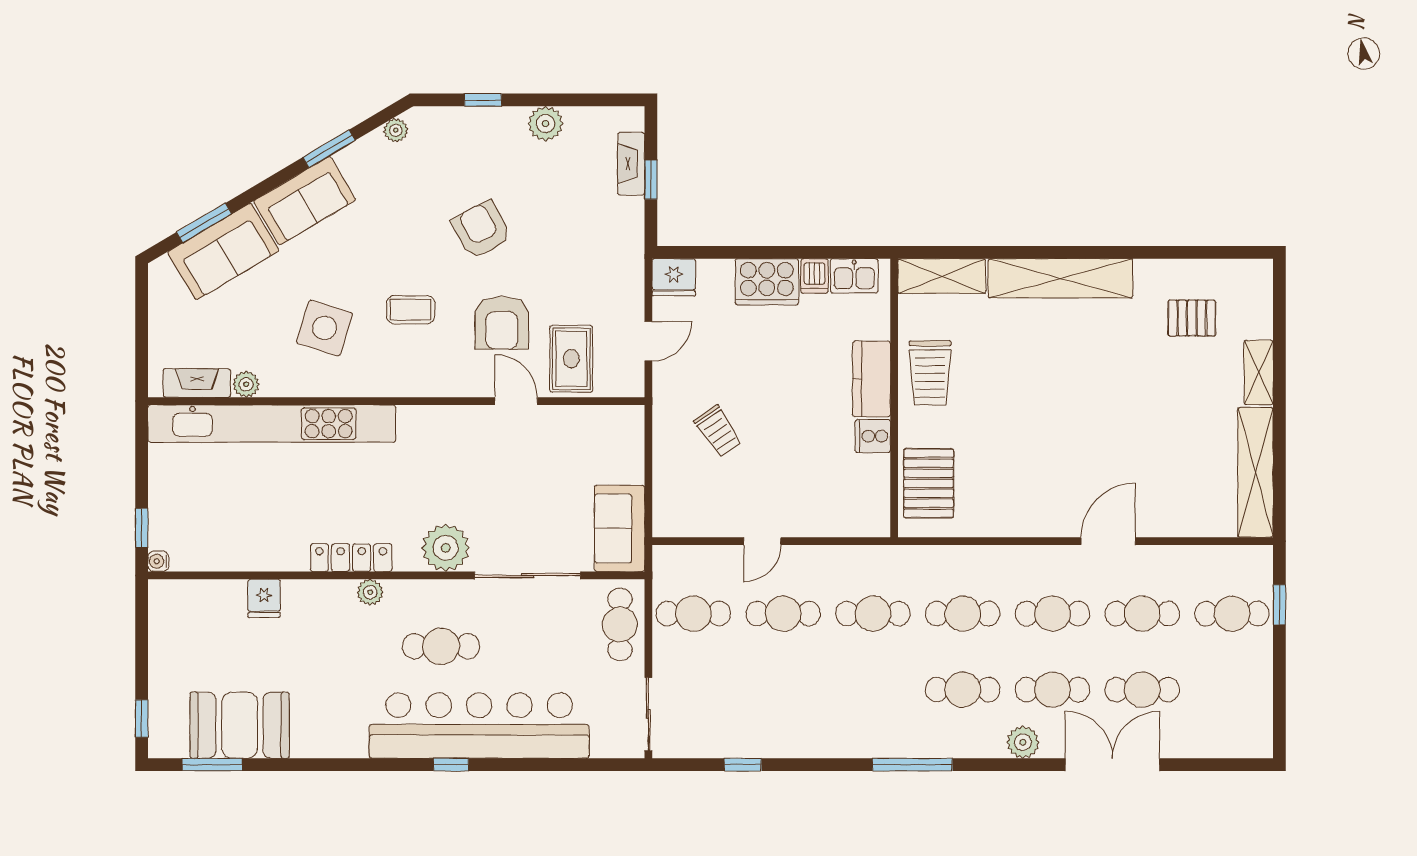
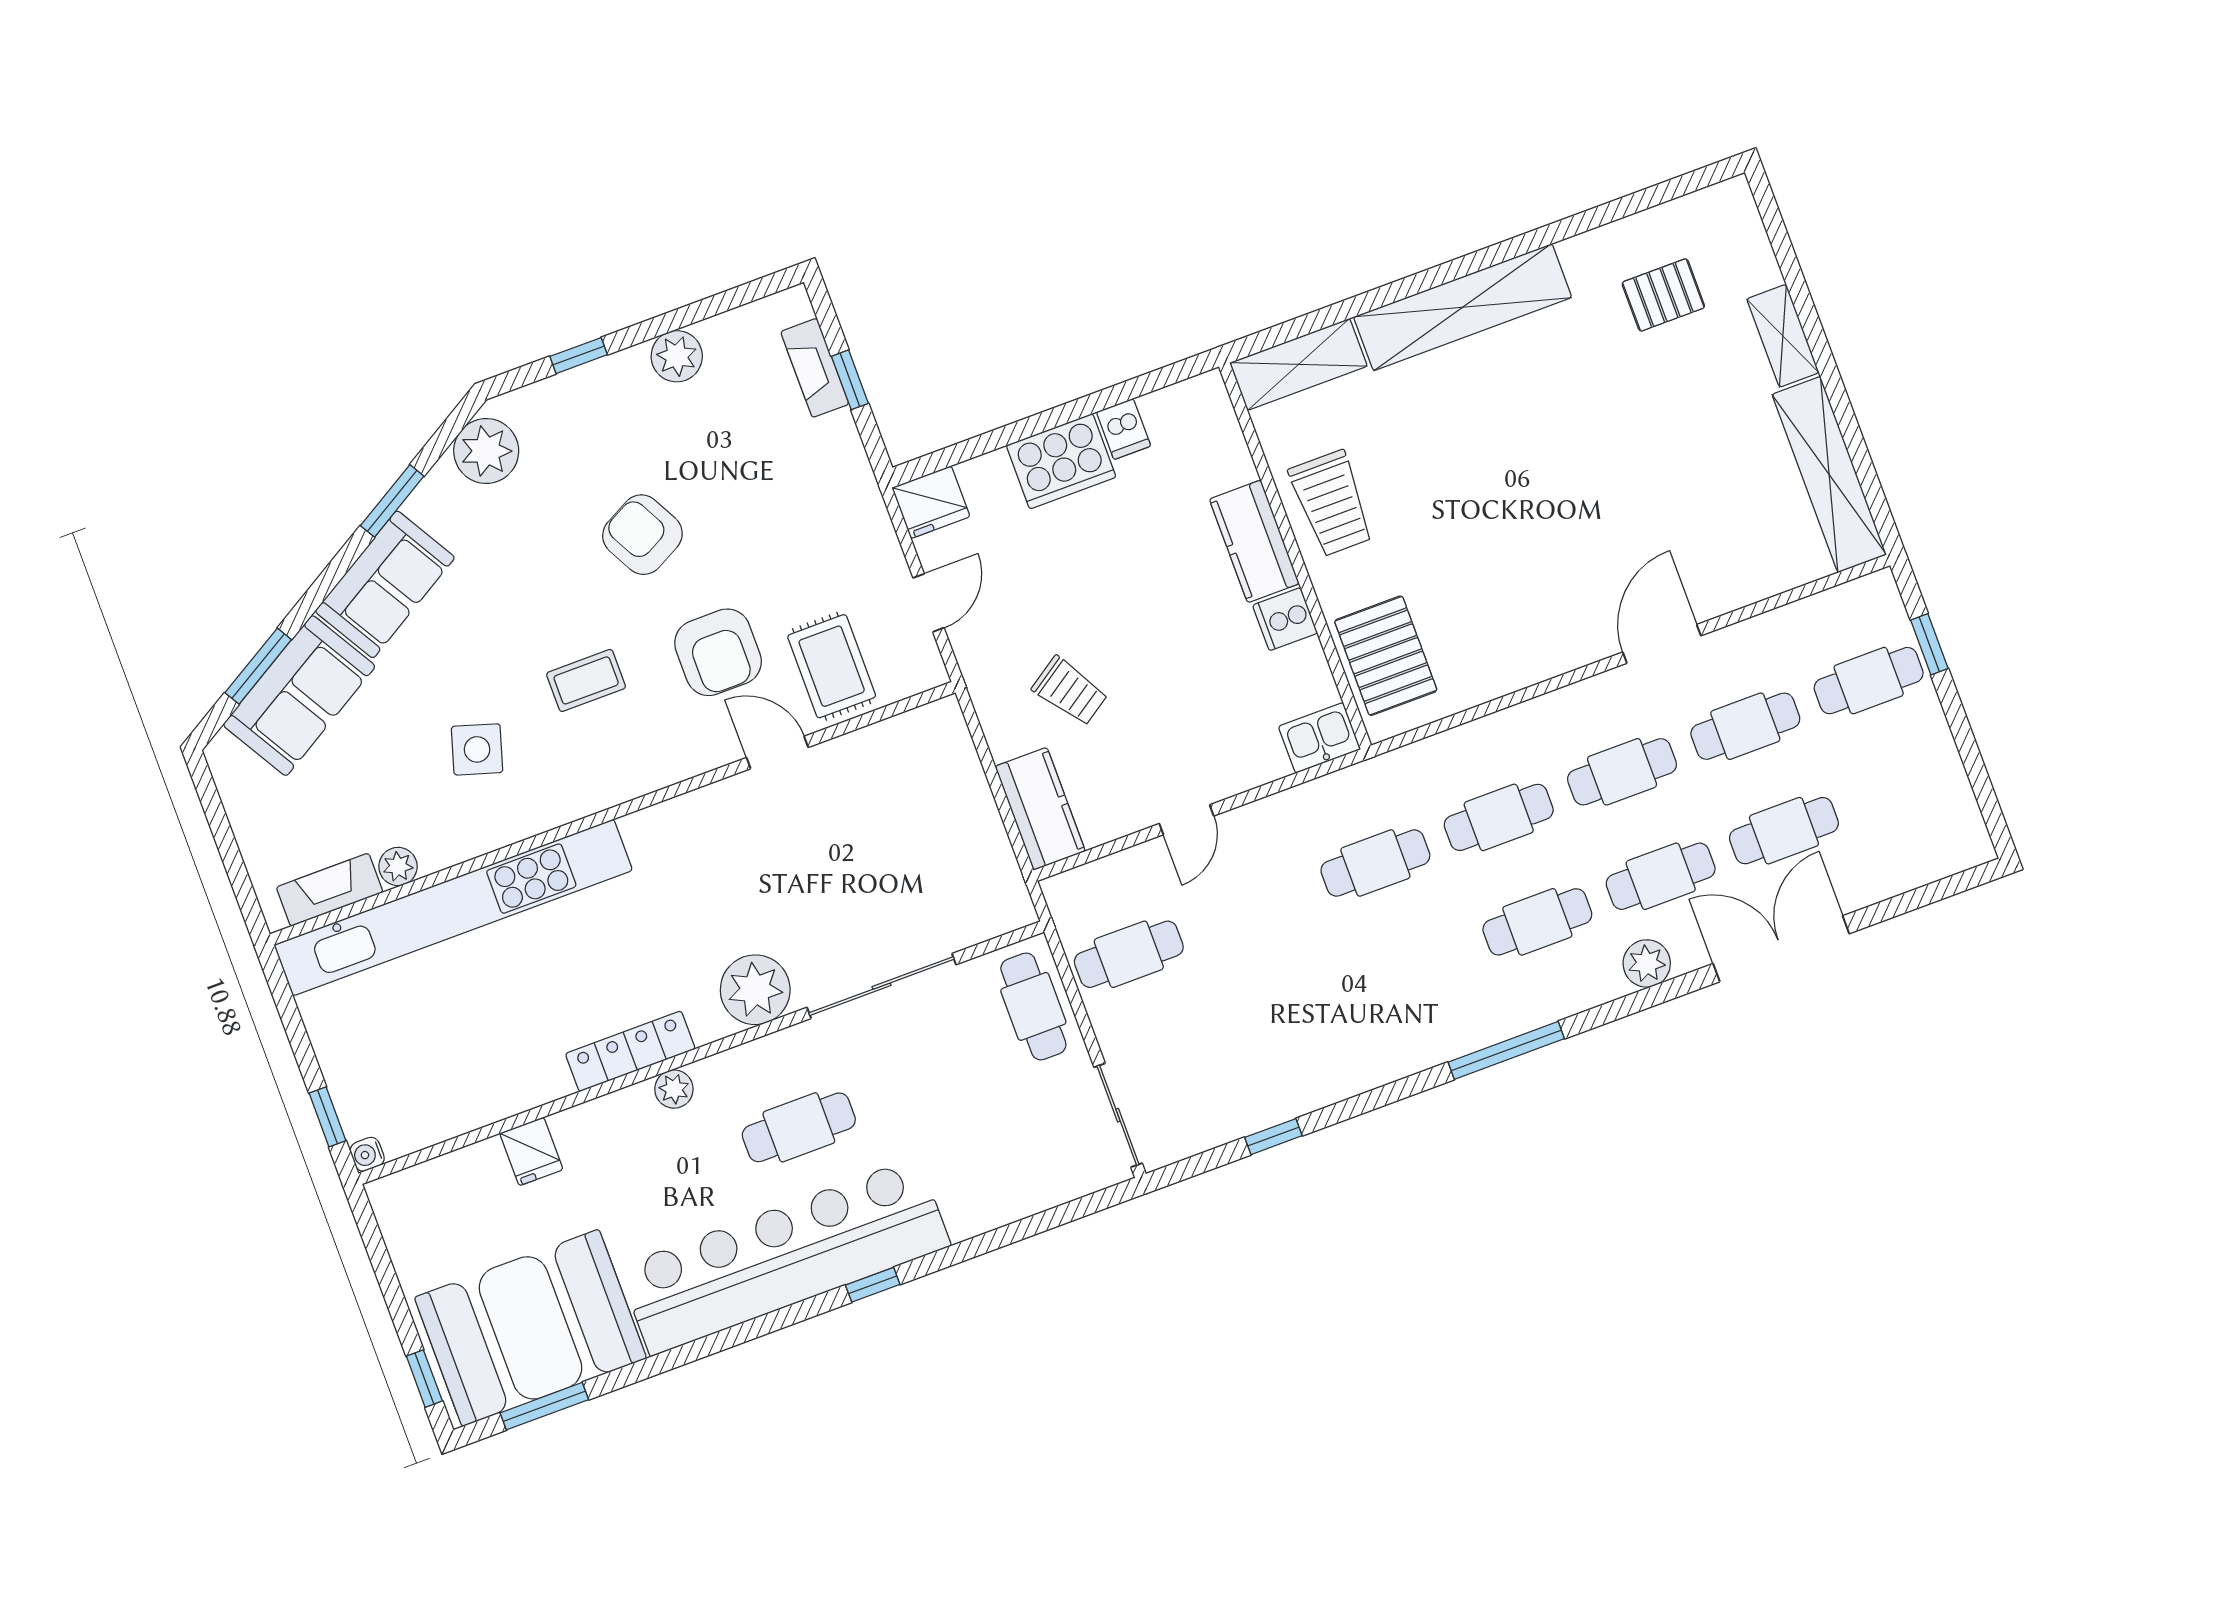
plant: (396, 130) -> (486, 451), width x1.87, depth x1.87
kitchen sink: (854, 276) -> (1319, 738), moved, turned 180
side table: (325, 328) -> (477, 749), width x0.73, depth x0.73
kitchen counter: (671, 499) -> (1040, 809), added
sofa: (620, 528) -> (984, 875), removed
cafe table: (783, 614) -> (1252, 909), removed
booth: (240, 725) -> (530, 1328), width x1.36, depth x1.42
bar counter: (479, 726) -> (784, 1256), moved

